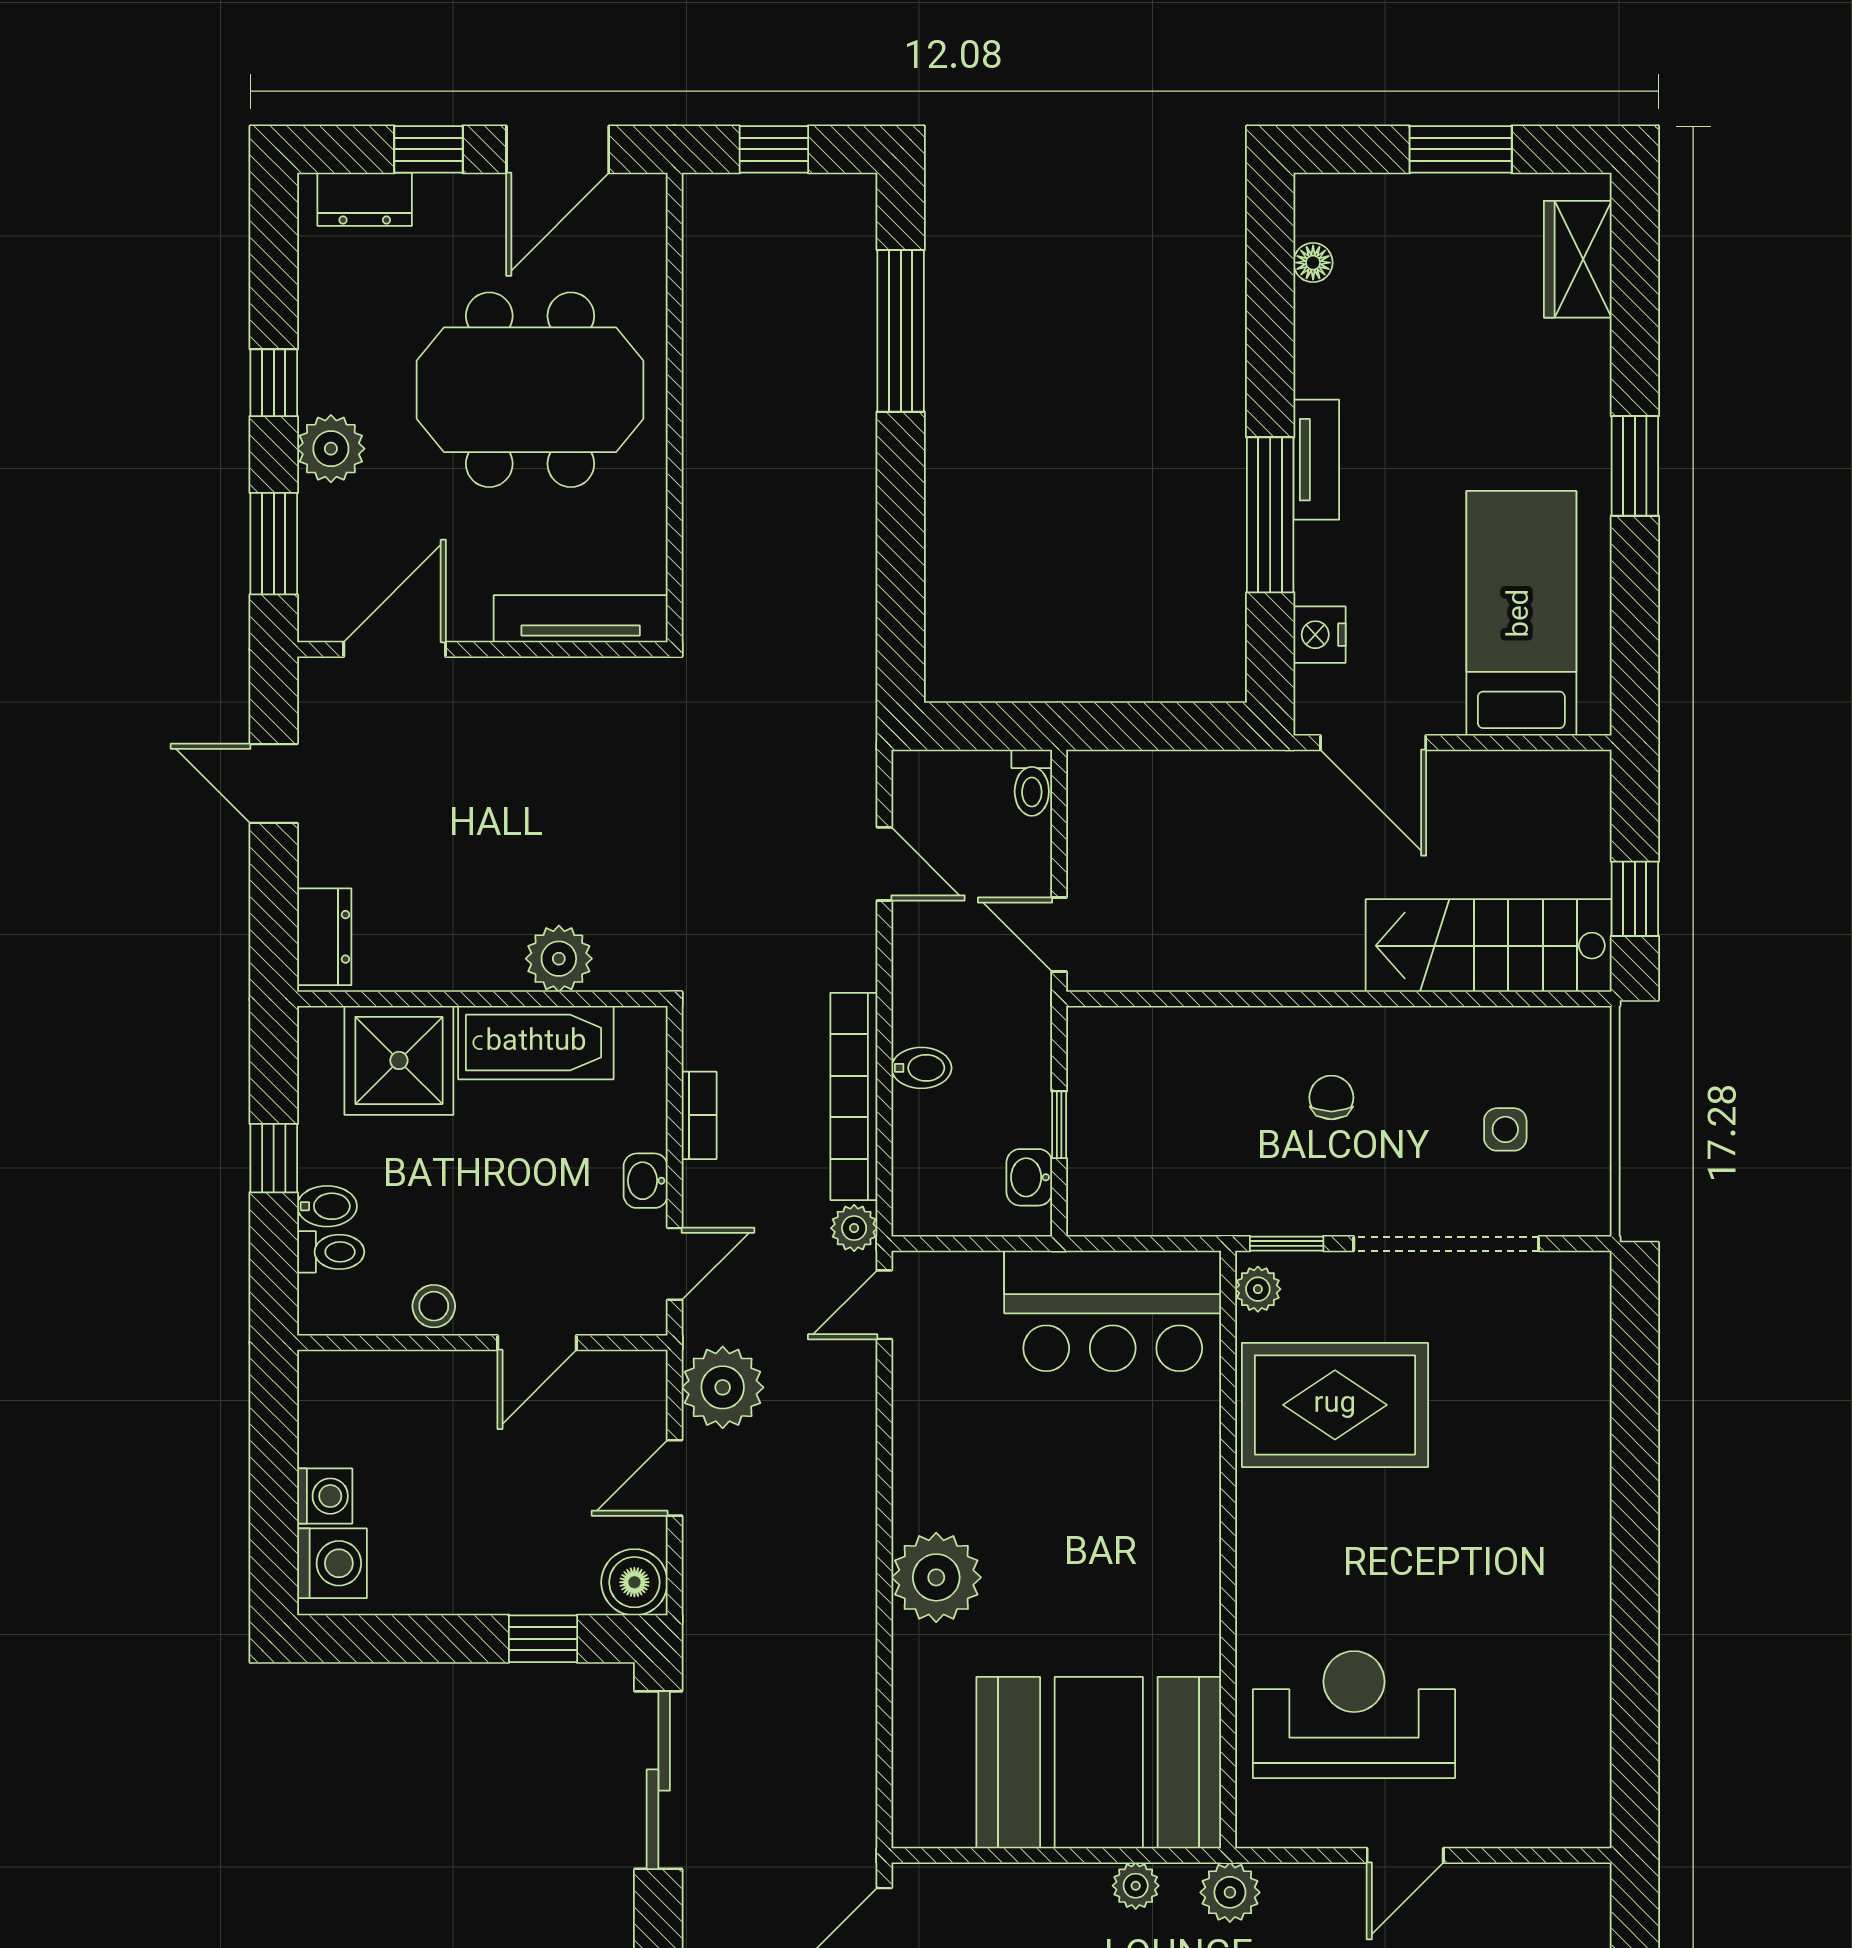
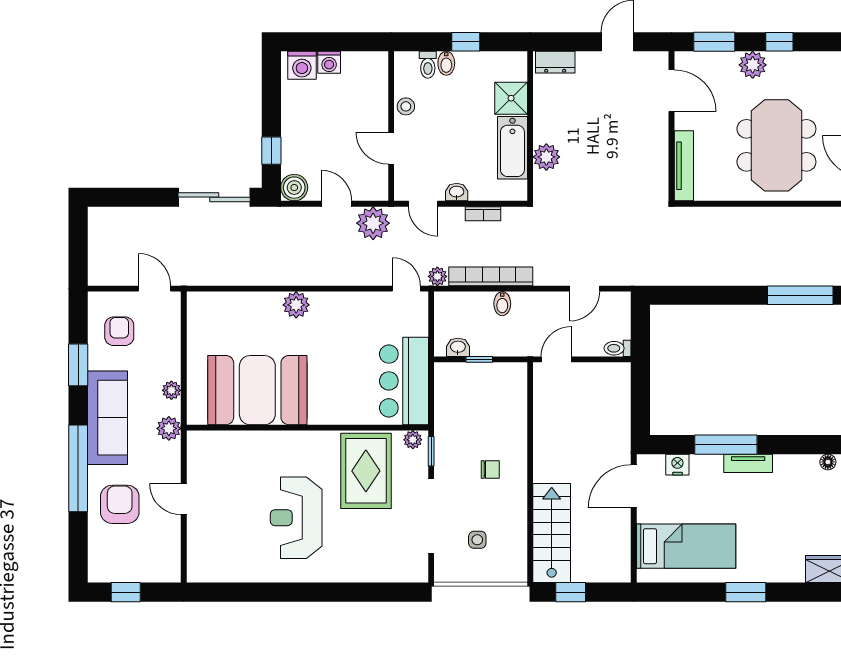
shower: (399, 1060) -> (511, 98), width x0.73, depth x0.73
plant: (936, 1577) -> (296, 305), width x0.73, depth x0.73
reception desk: (1354, 1715) -> (296, 518), moved, turned 180
booth: (1099, 1763) -> (257, 390), moved, turned 90

